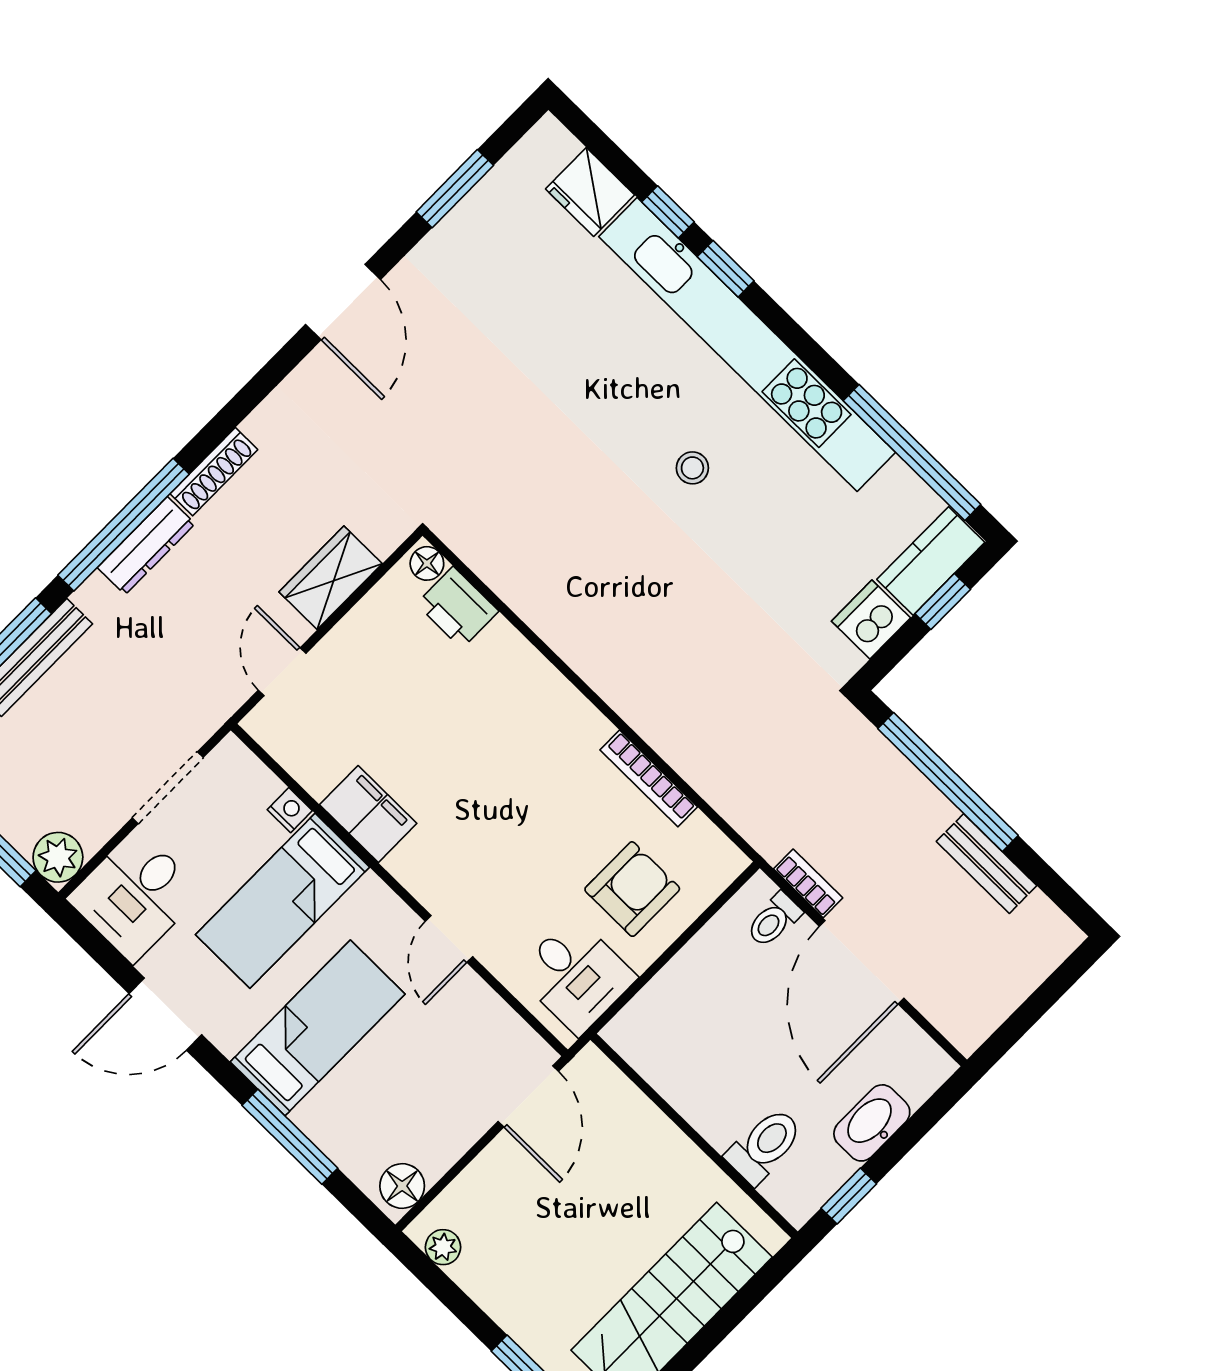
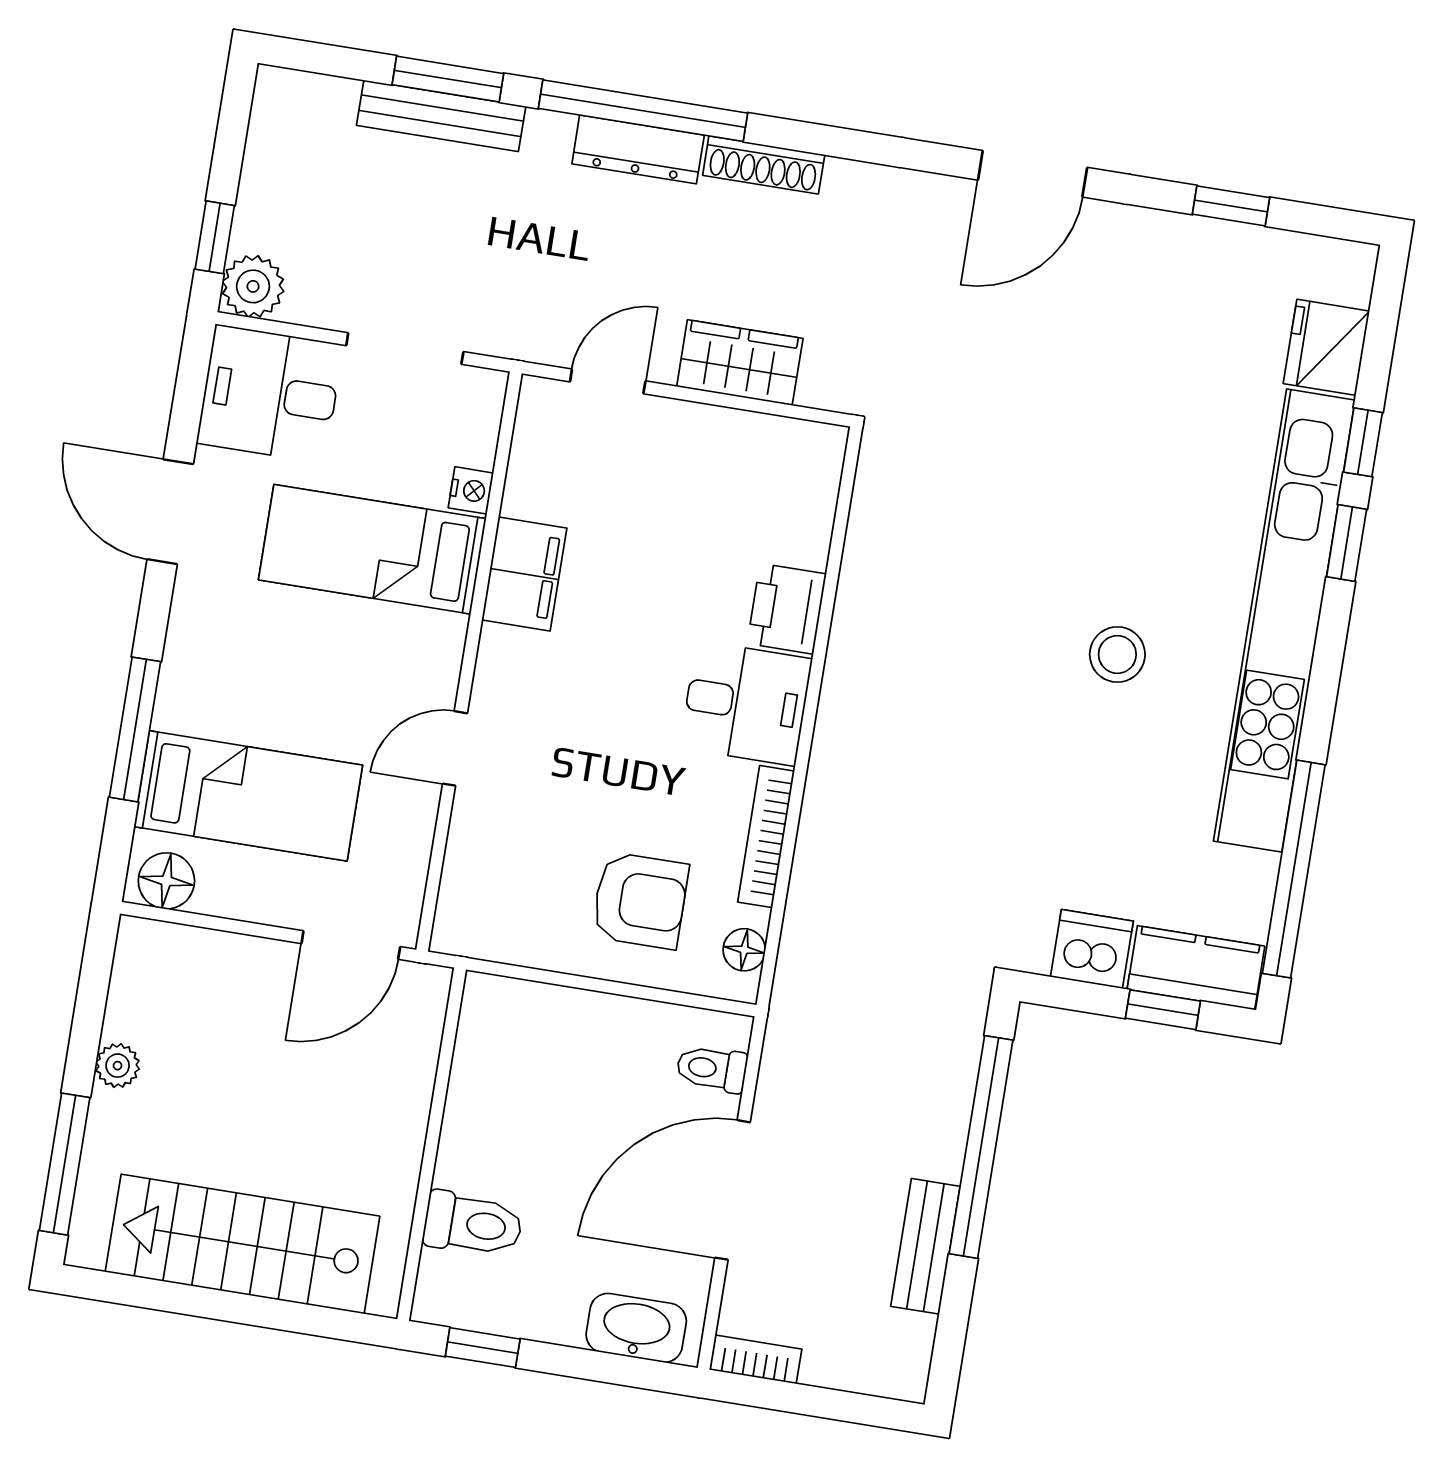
window: (455, 189) -> (1231, 206), width x0.67
stool: (692, 468) -> (1117, 654), width x1.37, depth x1.37
floor lamp: (427, 563) -> (744, 950), moved
printer: (457, 607) -> (787, 609), moved
bookcase: (808, 883) -> (756, 1359), moved, turned -90
desk: (576, 975) -> (746, 703), moved, turned -90
bed: (318, 1028) -> (248, 796), moved
washbasin: (872, 1123) -> (636, 1328), moved
plant: (443, 1247) -> (118, 1066), moved

